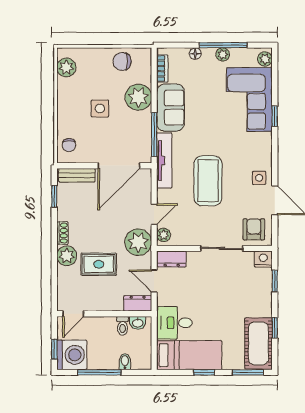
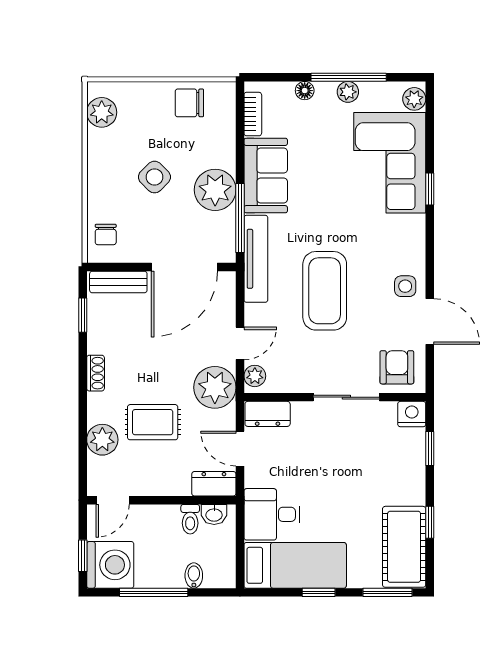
plant: (138, 97) -> (215, 190), moved
side table: (100, 109) -> (154, 177), turned 45
plant: (67, 256) -> (102, 440), moved

